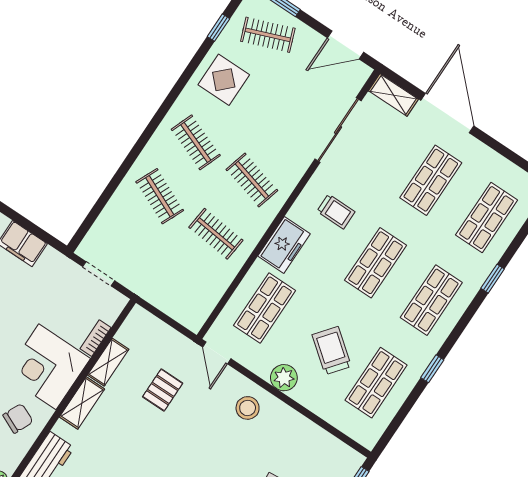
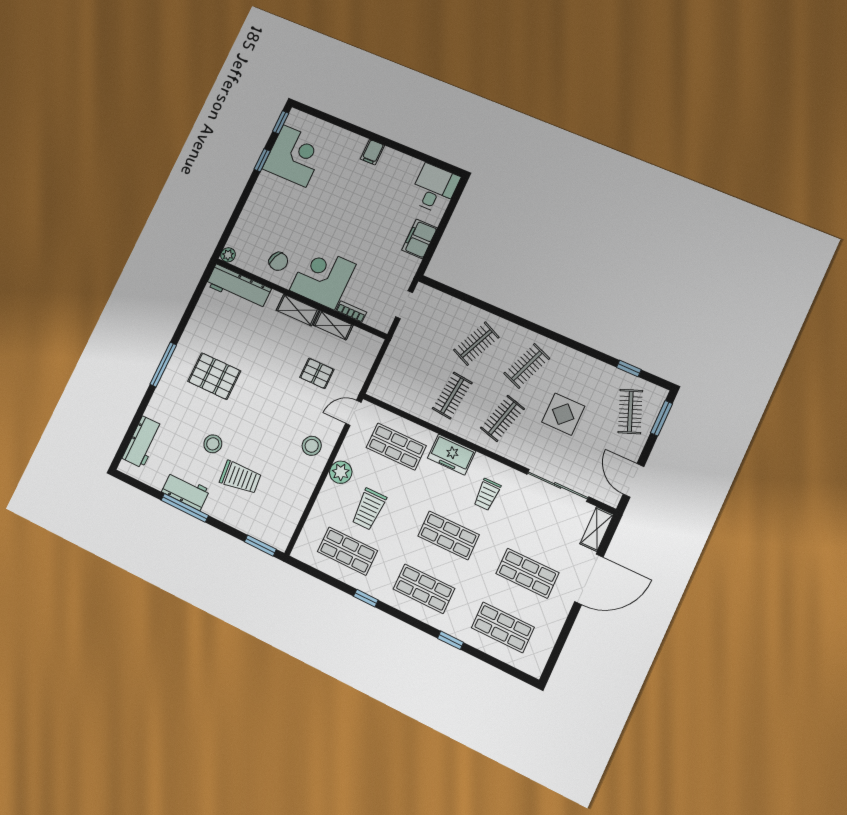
display table: (224, 80) -> (563, 414), moved
trolley: (332, 351) -> (369, 509), turned 142

